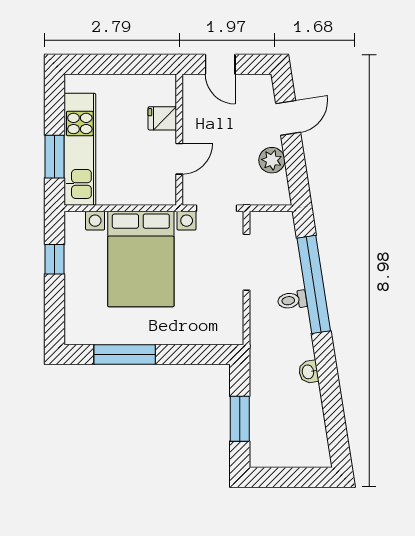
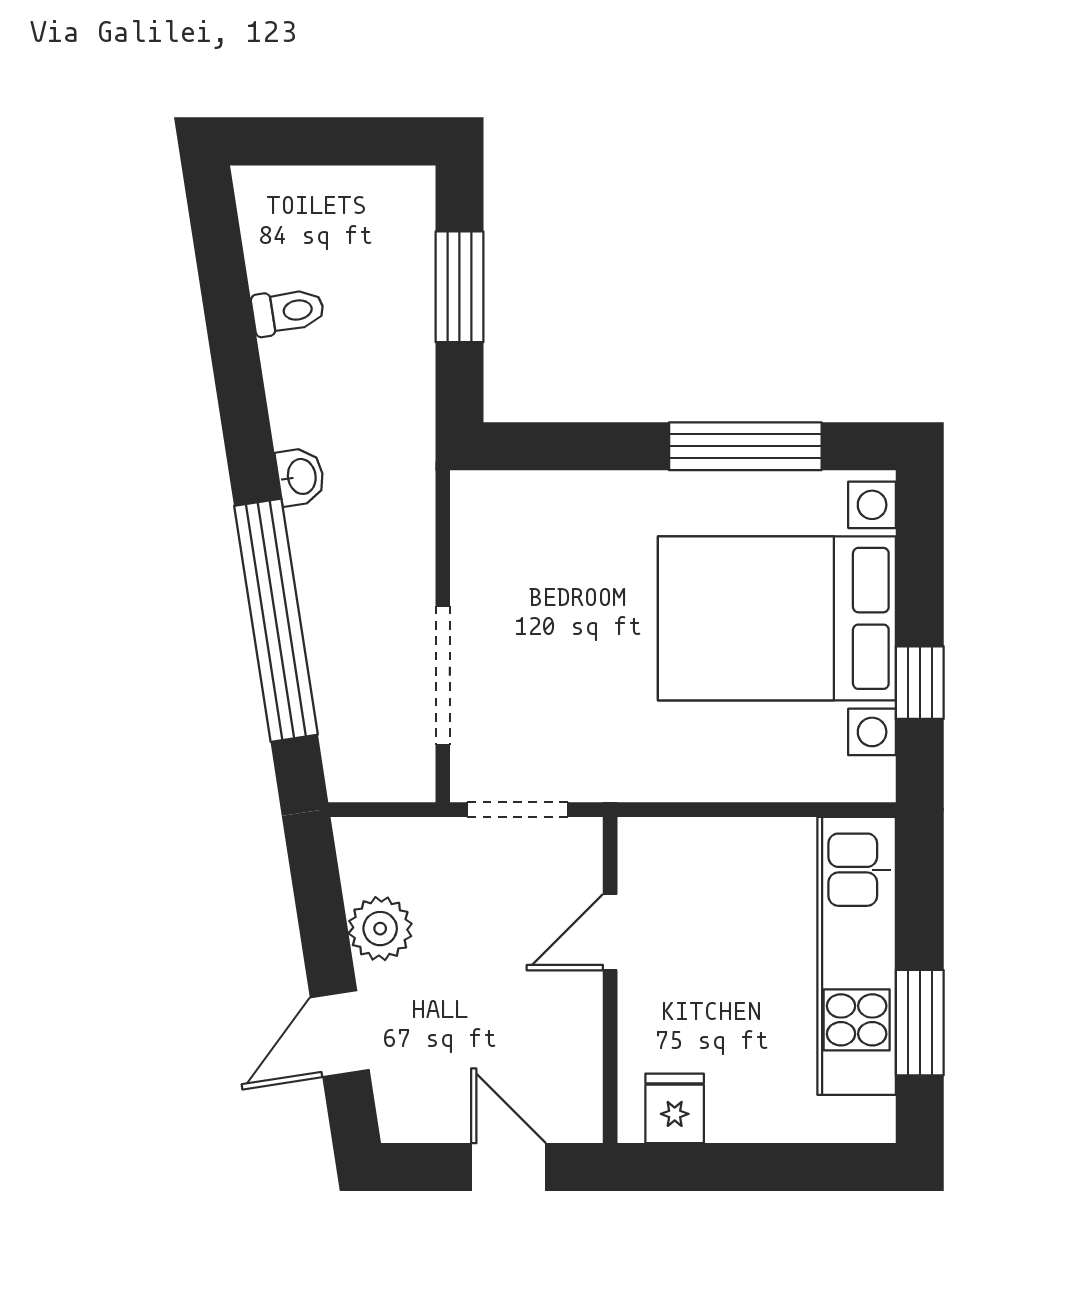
fridge: (162, 118) -> (675, 1108), moved, turned -90
window: (54, 157) -> (920, 1023), moved
bed with nightstands: (141, 259) -> (777, 618), moved, turned -90
toilet: (292, 300) -> (288, 311), moved
washbasin: (308, 372) -> (300, 477), moved

